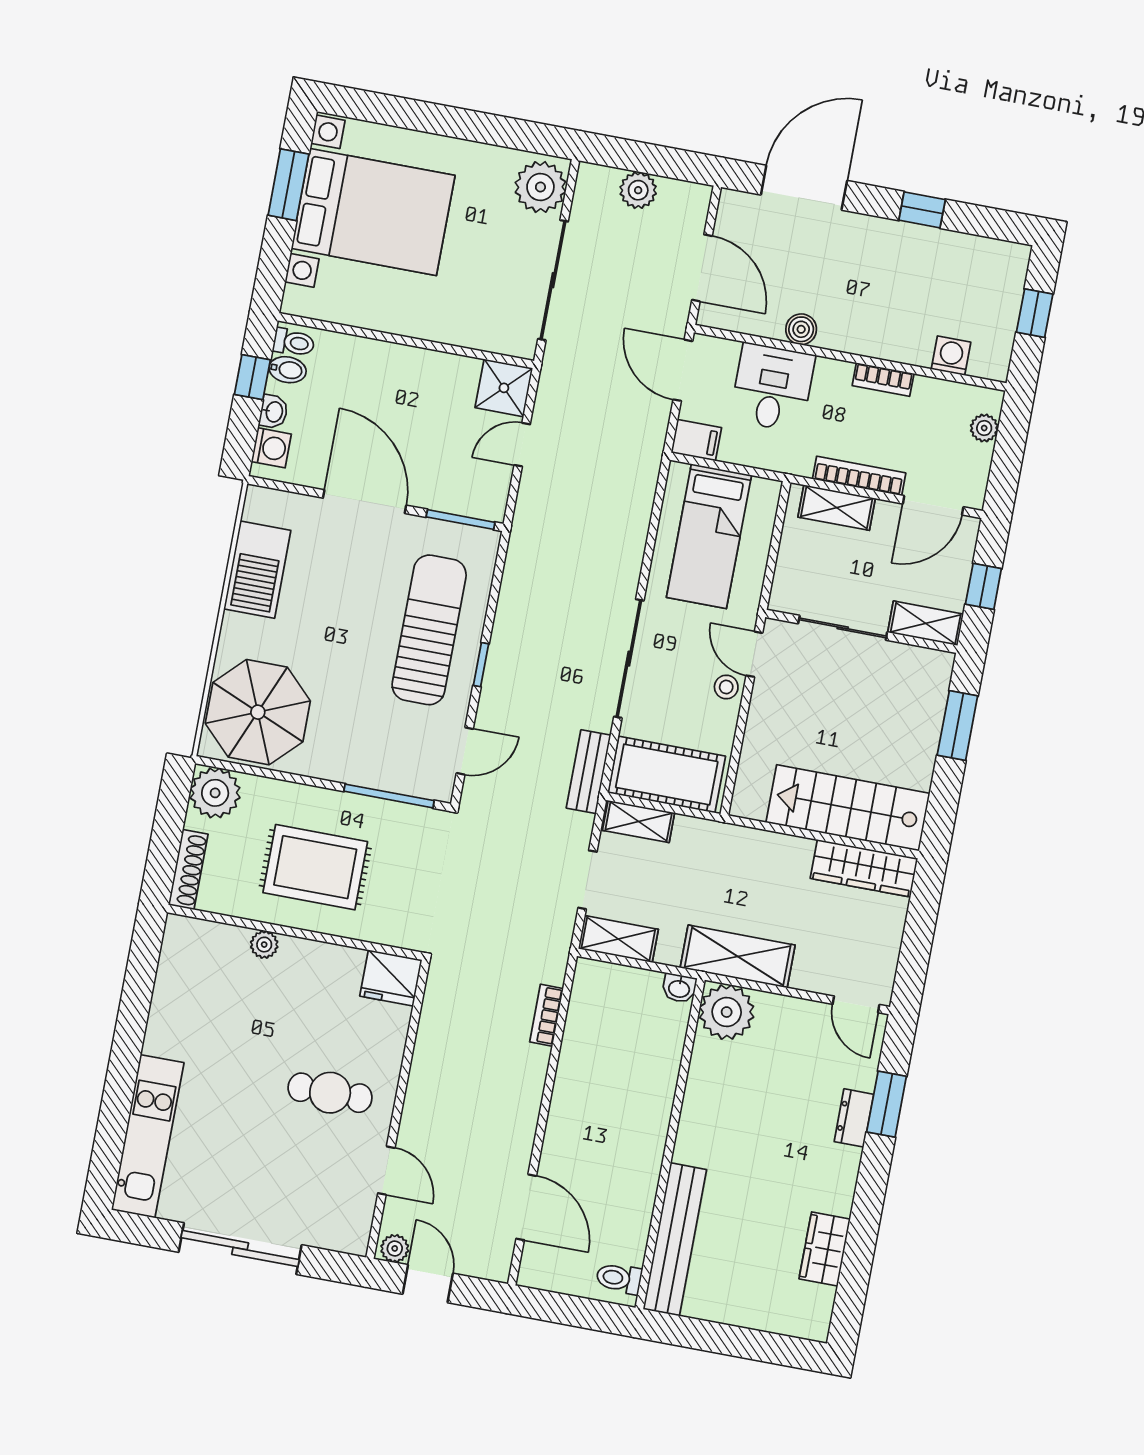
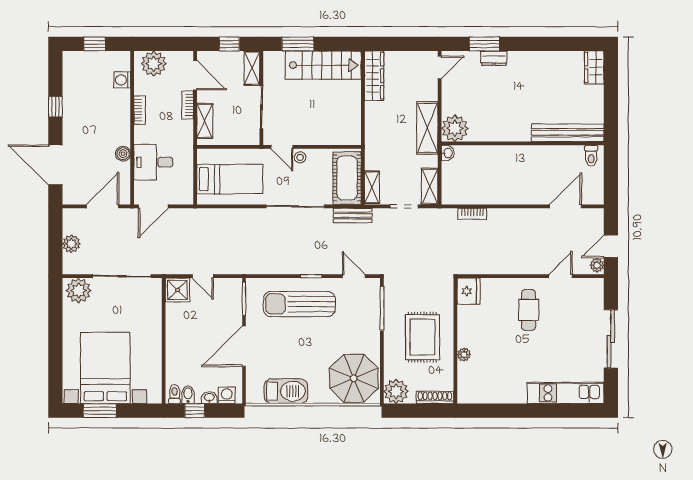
plant: (984, 428) -> (154, 64), width x1.88, depth x1.88
filing cabinet: (696, 440) -> (185, 194), removed
bookcase: (859, 476) -> (188, 105), width x0.64
door: (754, 654) -> (282, 147), hinge flipped
stairs: (848, 808) -> (323, 65), moved, turned -90
wardrobe: (825, 1249) -> (594, 67), moved, turned 90

